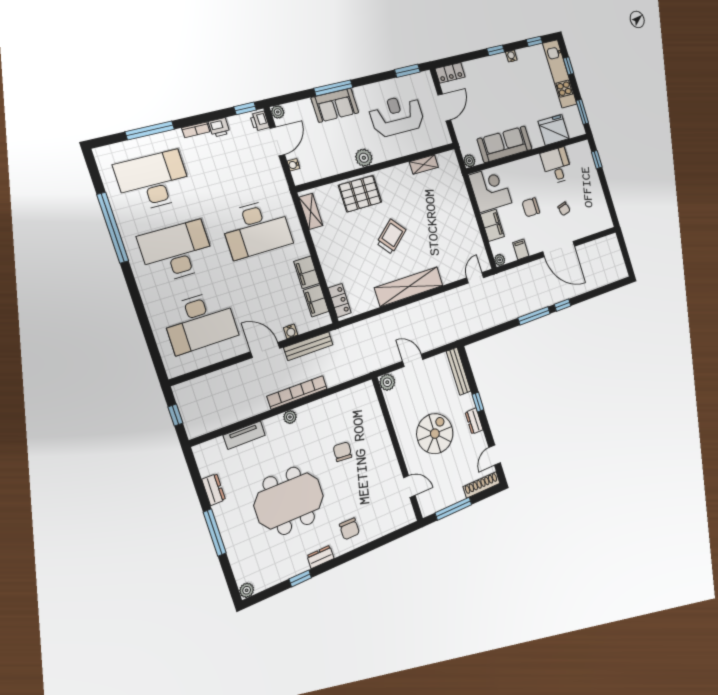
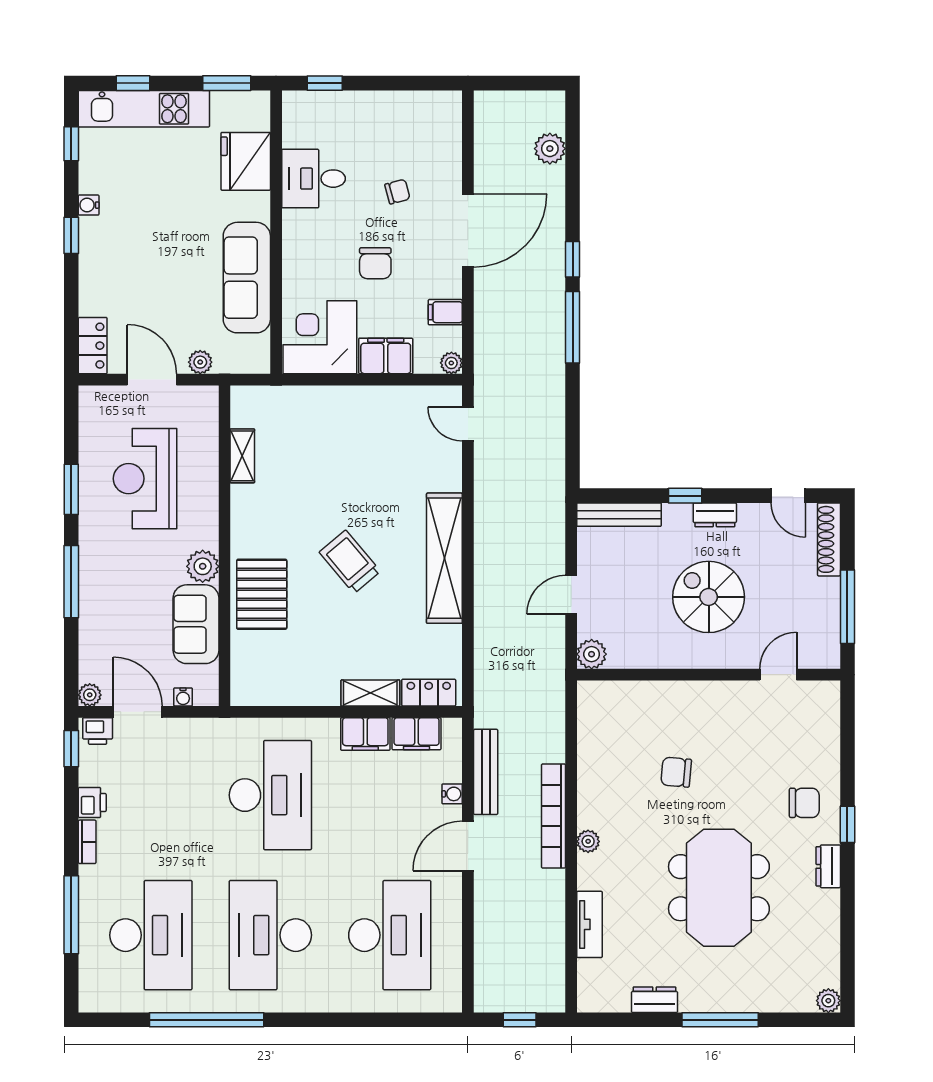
window: (407, 71) -> (71, 489), moved
sofa: (335, 105) -> (196, 624), moved, turned 180
plant: (469, 161) -> (200, 362), moved
desk: (153, 181) -> (151, 935), turned 180
shelving: (311, 211) -> (370, 693), moved
plant: (604, 277) -> (550, 149), added
window: (300, 578) -> (847, 824), moved

